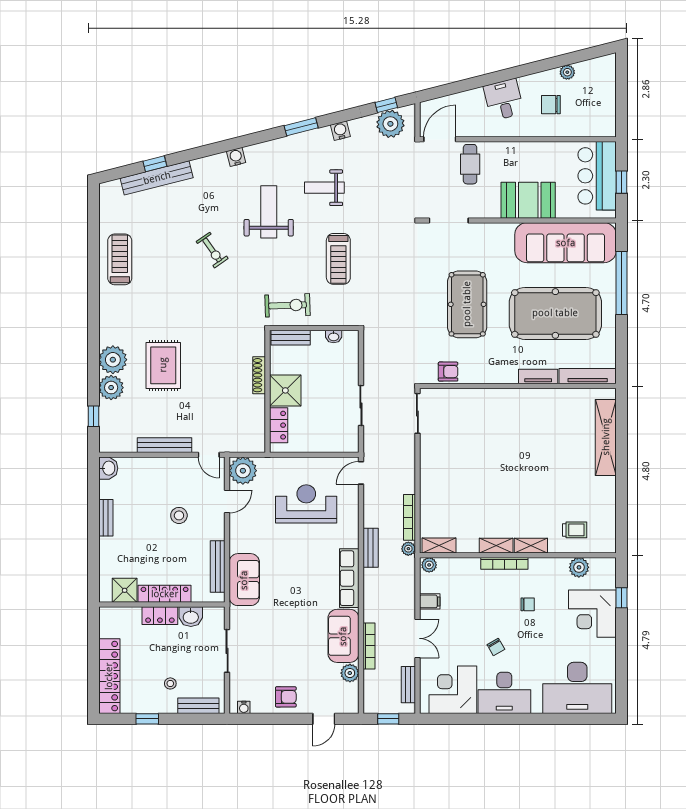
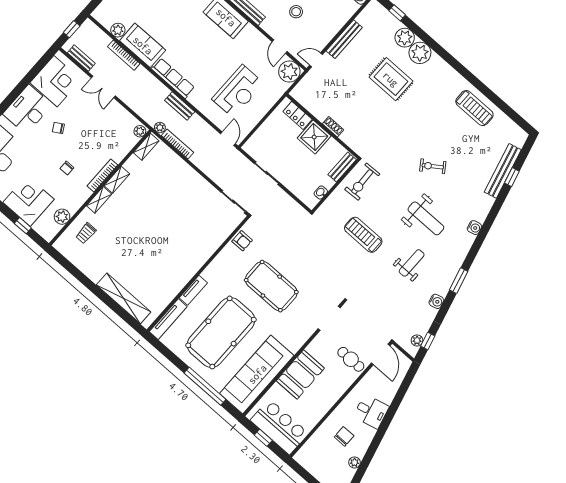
plant: (390, 124) -> (417, 340), width x0.53, depth x0.53
armchair: (448, 372) -> (242, 241), turned -90
shoe rack: (259, 375) -> (333, 127), width x0.70
filing cabinet: (430, 601) -> (118, 113), removed

